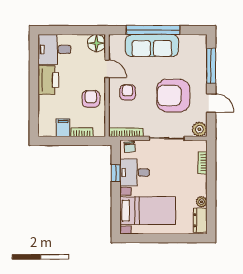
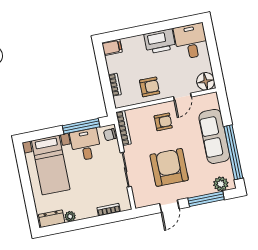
window: (153, 30) -> (233, 152), moved
filing cabinet: (63, 128) -> (112, 47), moved
plant: (199, 129) -> (221, 184), moved
window: (116, 173) -> (81, 126), width x2.17

